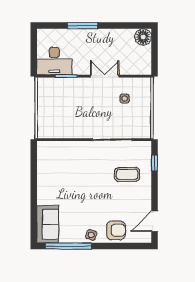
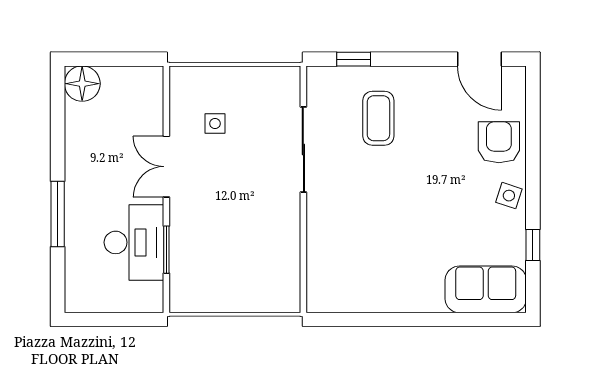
desk: (54, 61) -> (134, 242), moved
window: (68, 246) -> (533, 245), width x0.32

